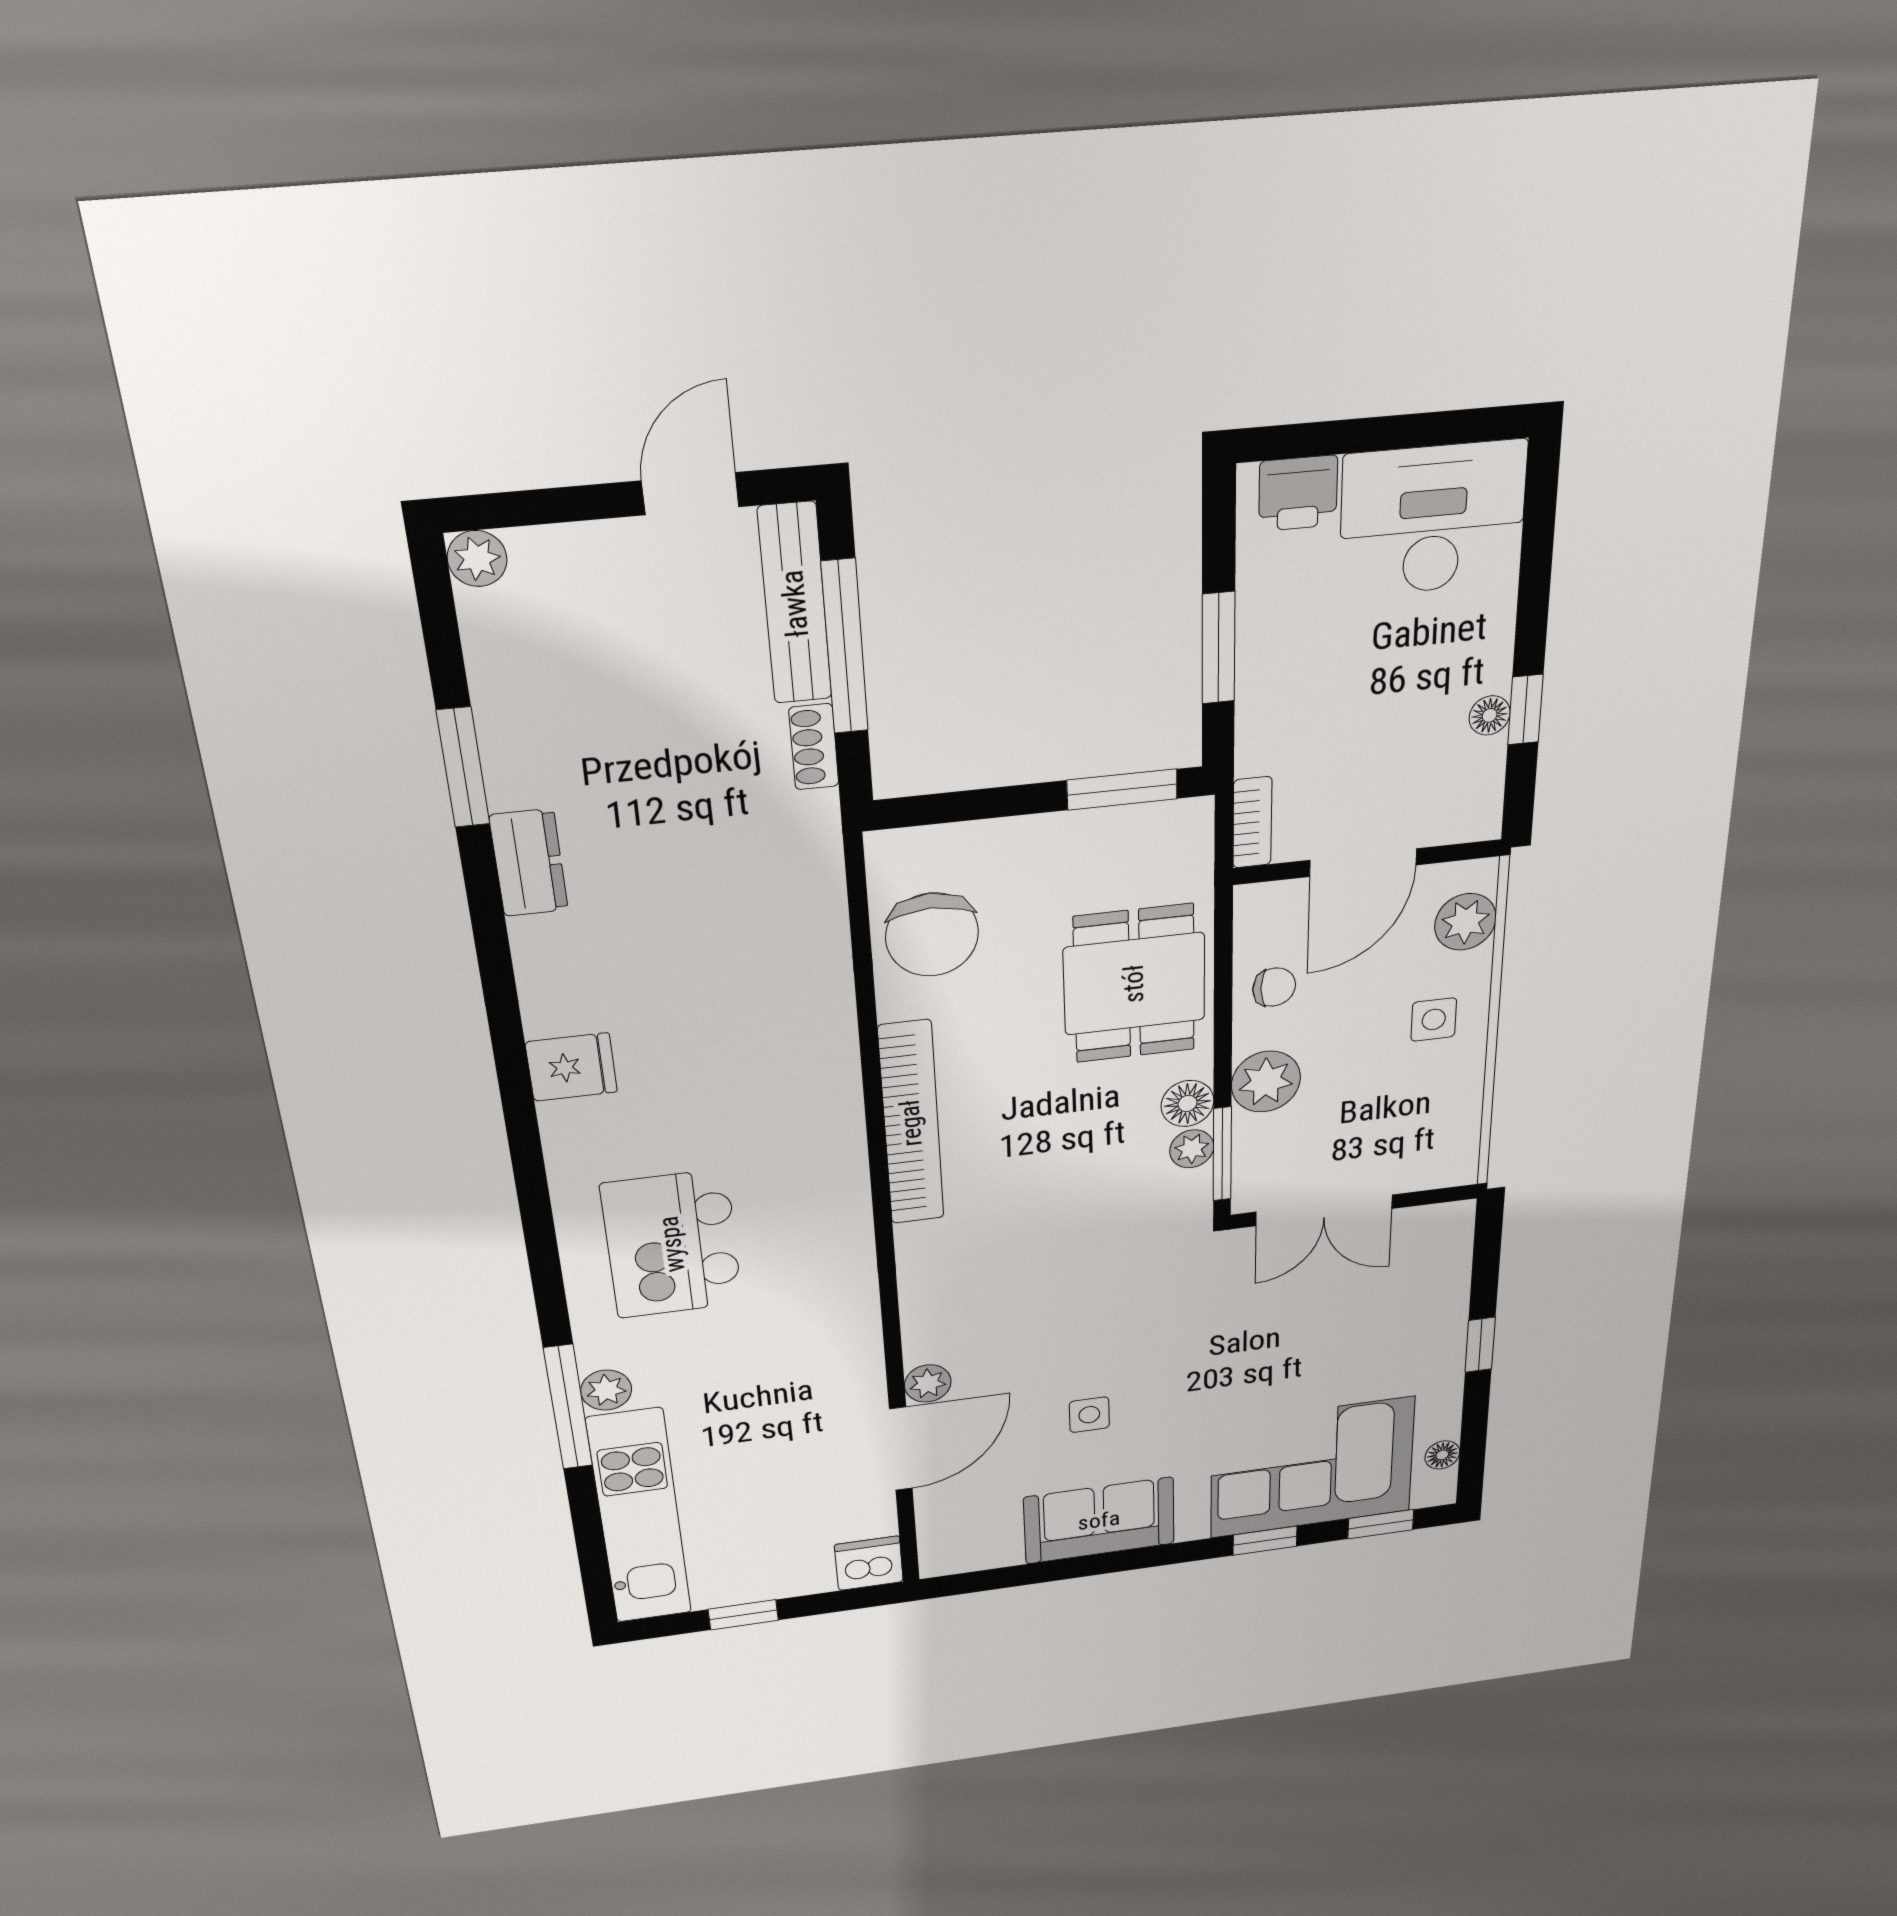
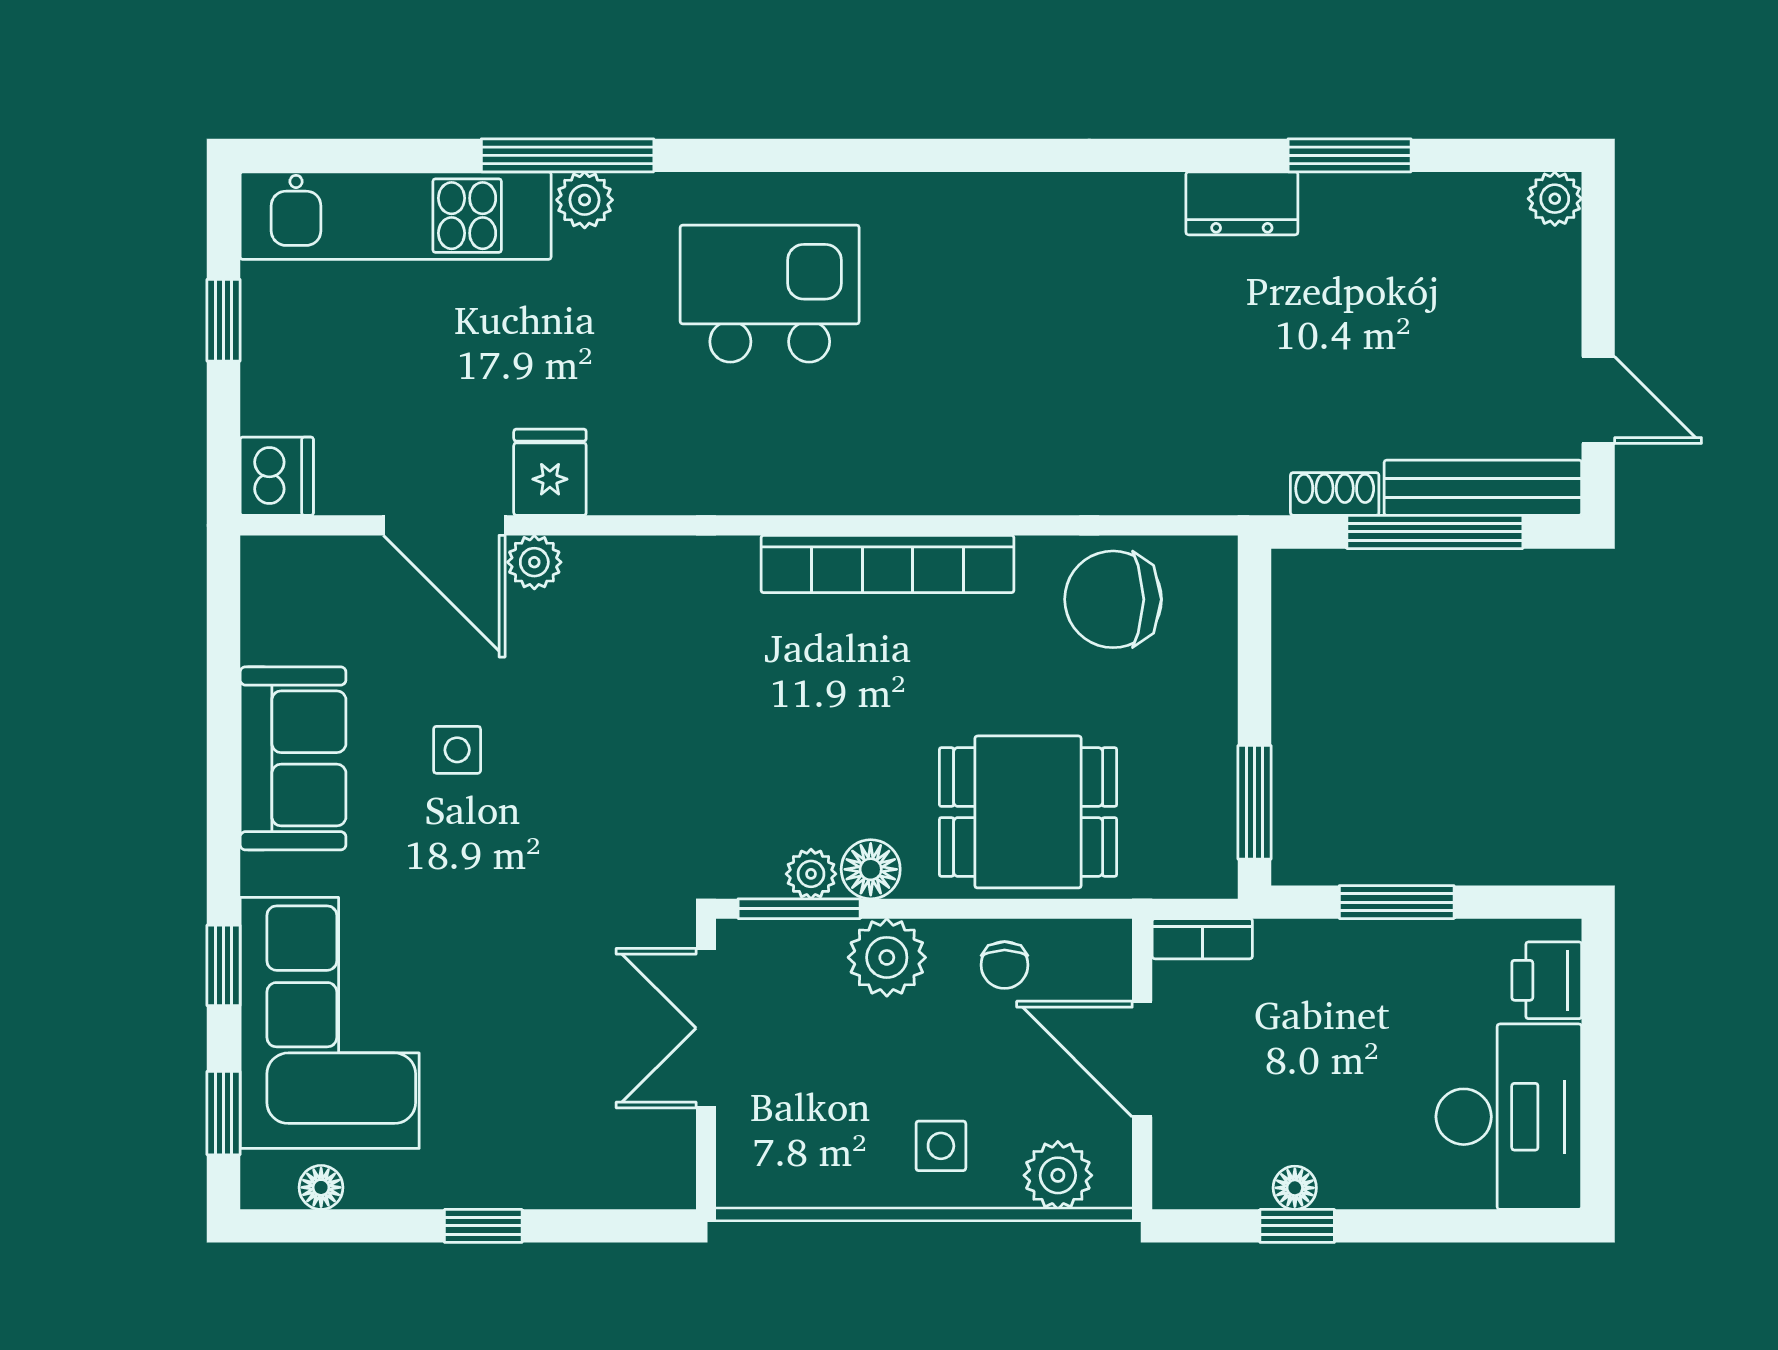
fridge: (571, 1067) -> (550, 472), moved, turned 180

